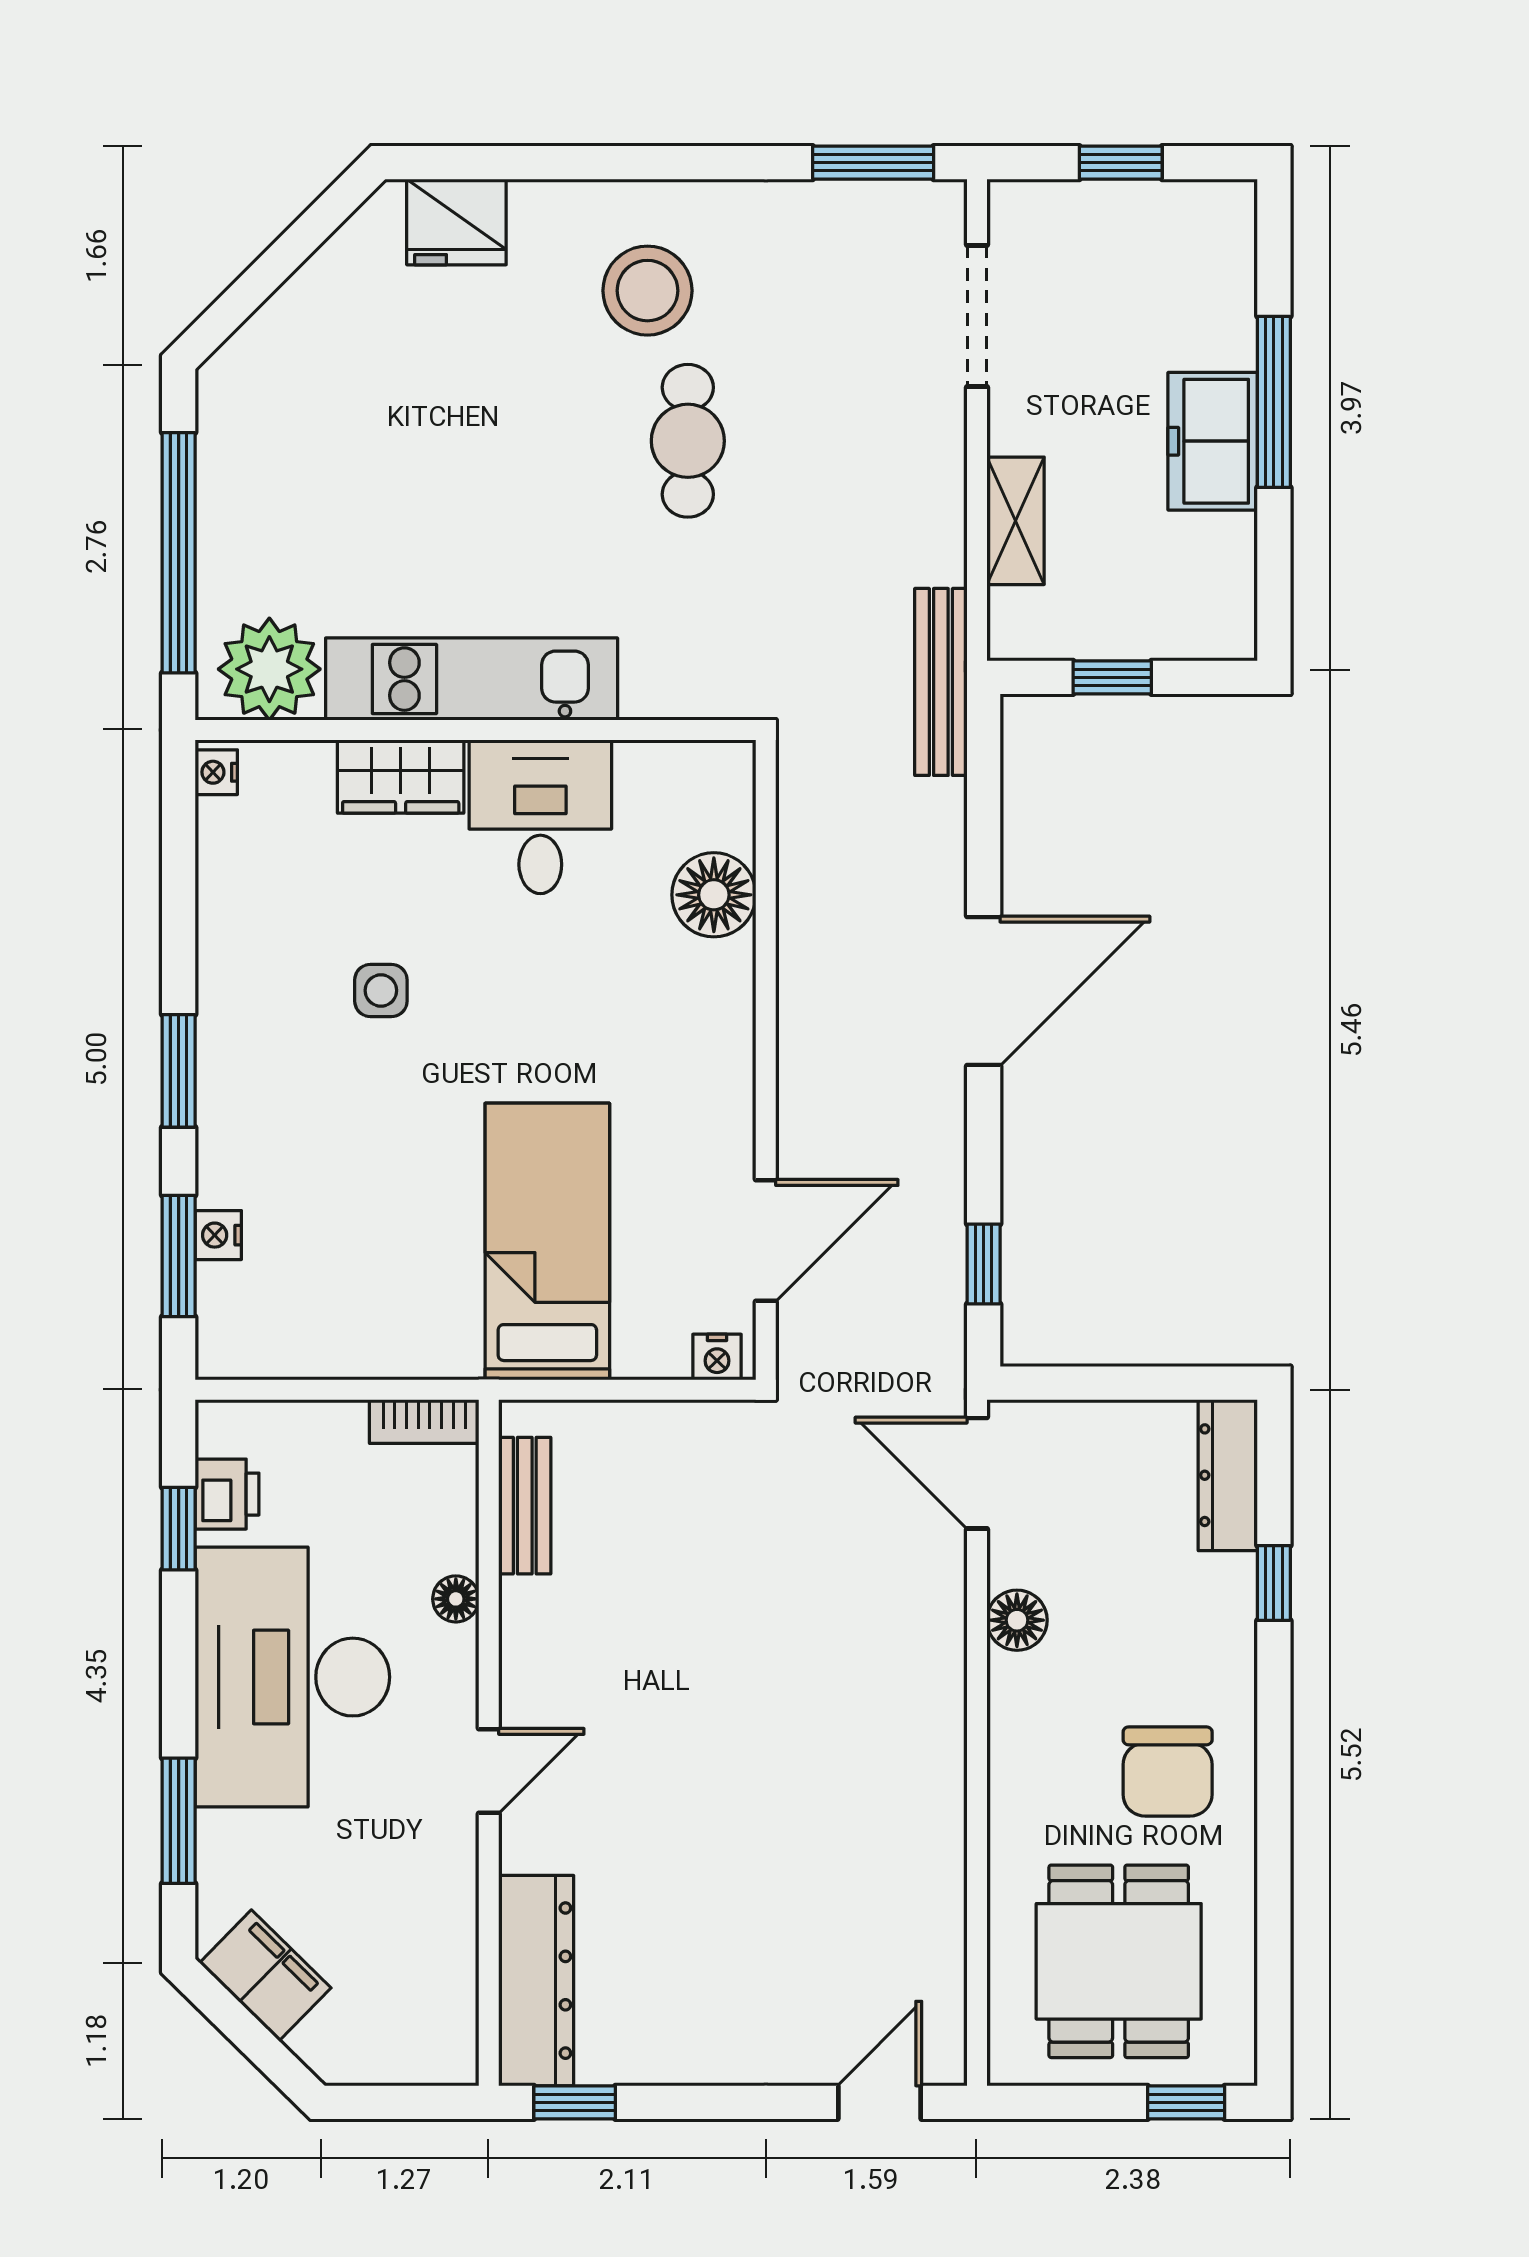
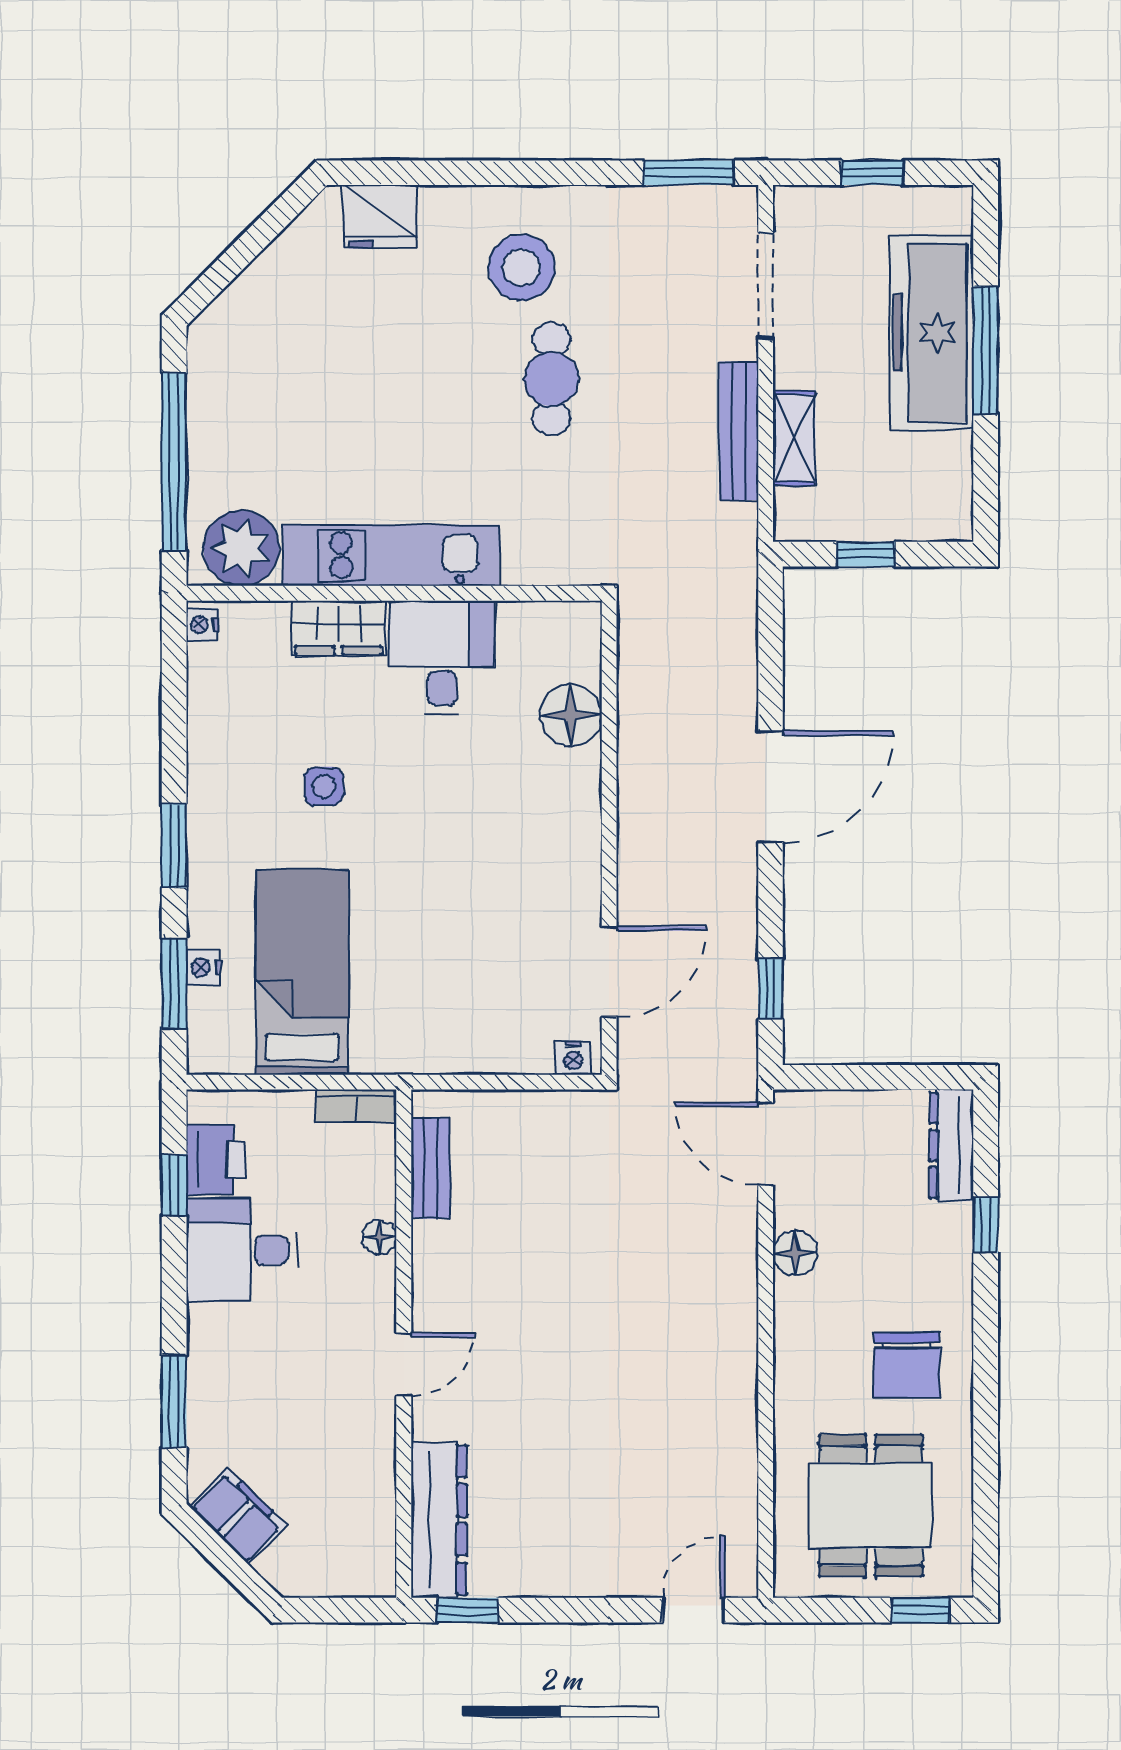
freezer: (1213, 441) -> (932, 333), width x1.91, depth x1.26
bench: (941, 682) -> (739, 431), moved
bed: (547, 1242) -> (302, 972), moved
printer: (227, 1494) -> (216, 1159), width x1.36, depth x1.24
desk: (292, 1677) -> (242, 1250), width x0.53, depth x0.77

